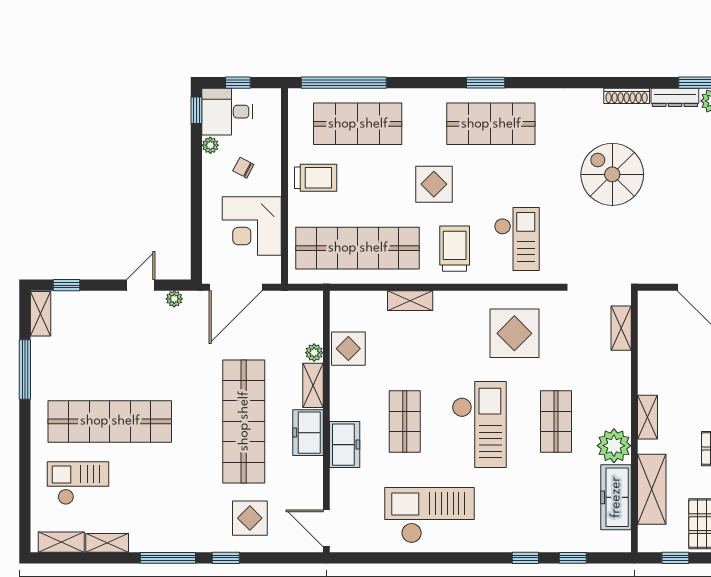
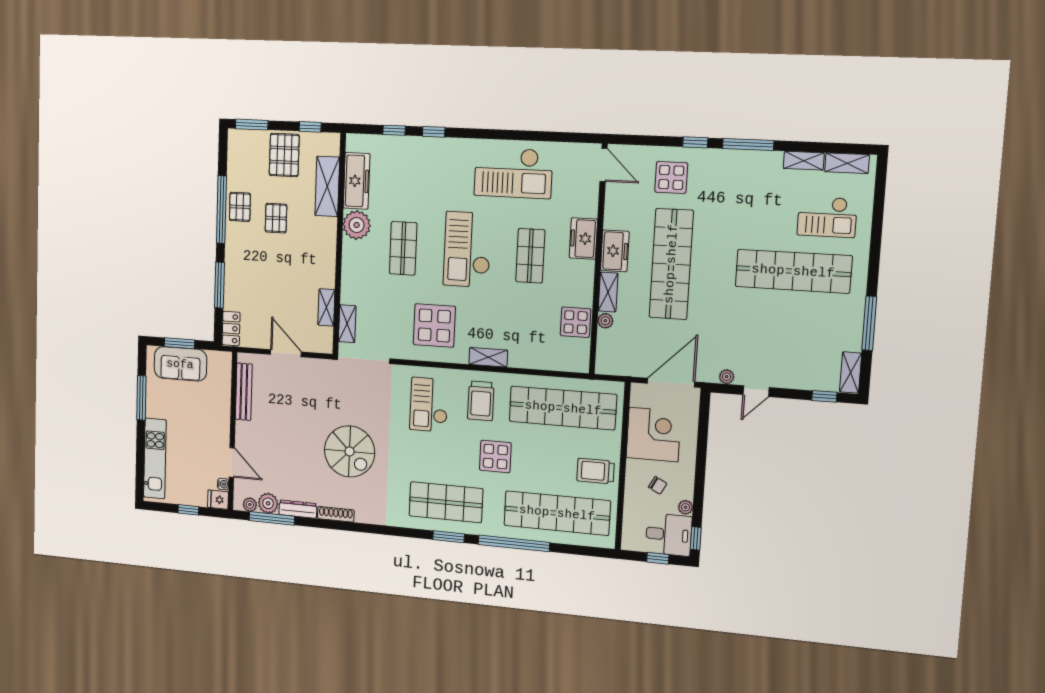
window: (344, 83) -> (514, 543), moved
shop shelf: (358, 124) -> (557, 513), width x1.40
shelving: (410, 301) -> (488, 357), moved
shelving: (648, 417) -> (326, 307), moved

